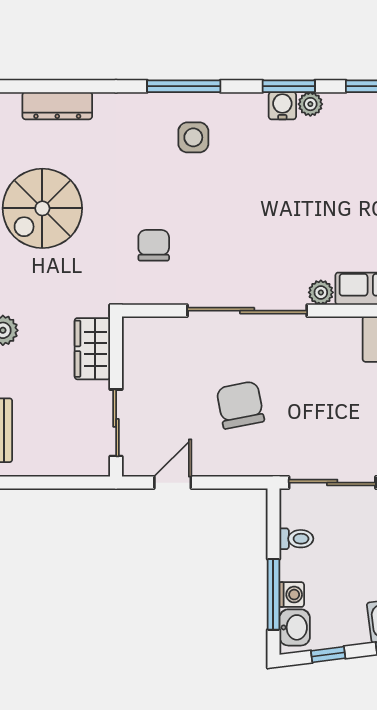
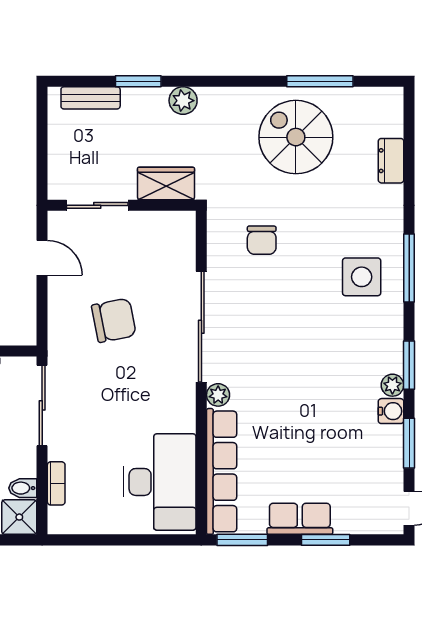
dresser: (57, 106) -> (391, 161), width x0.70
water cooler: (282, 106) -> (391, 411), moved
side table: (193, 137) -> (362, 277), width x1.37, depth x1.37
chair: (154, 245) -> (262, 240), turned 90

